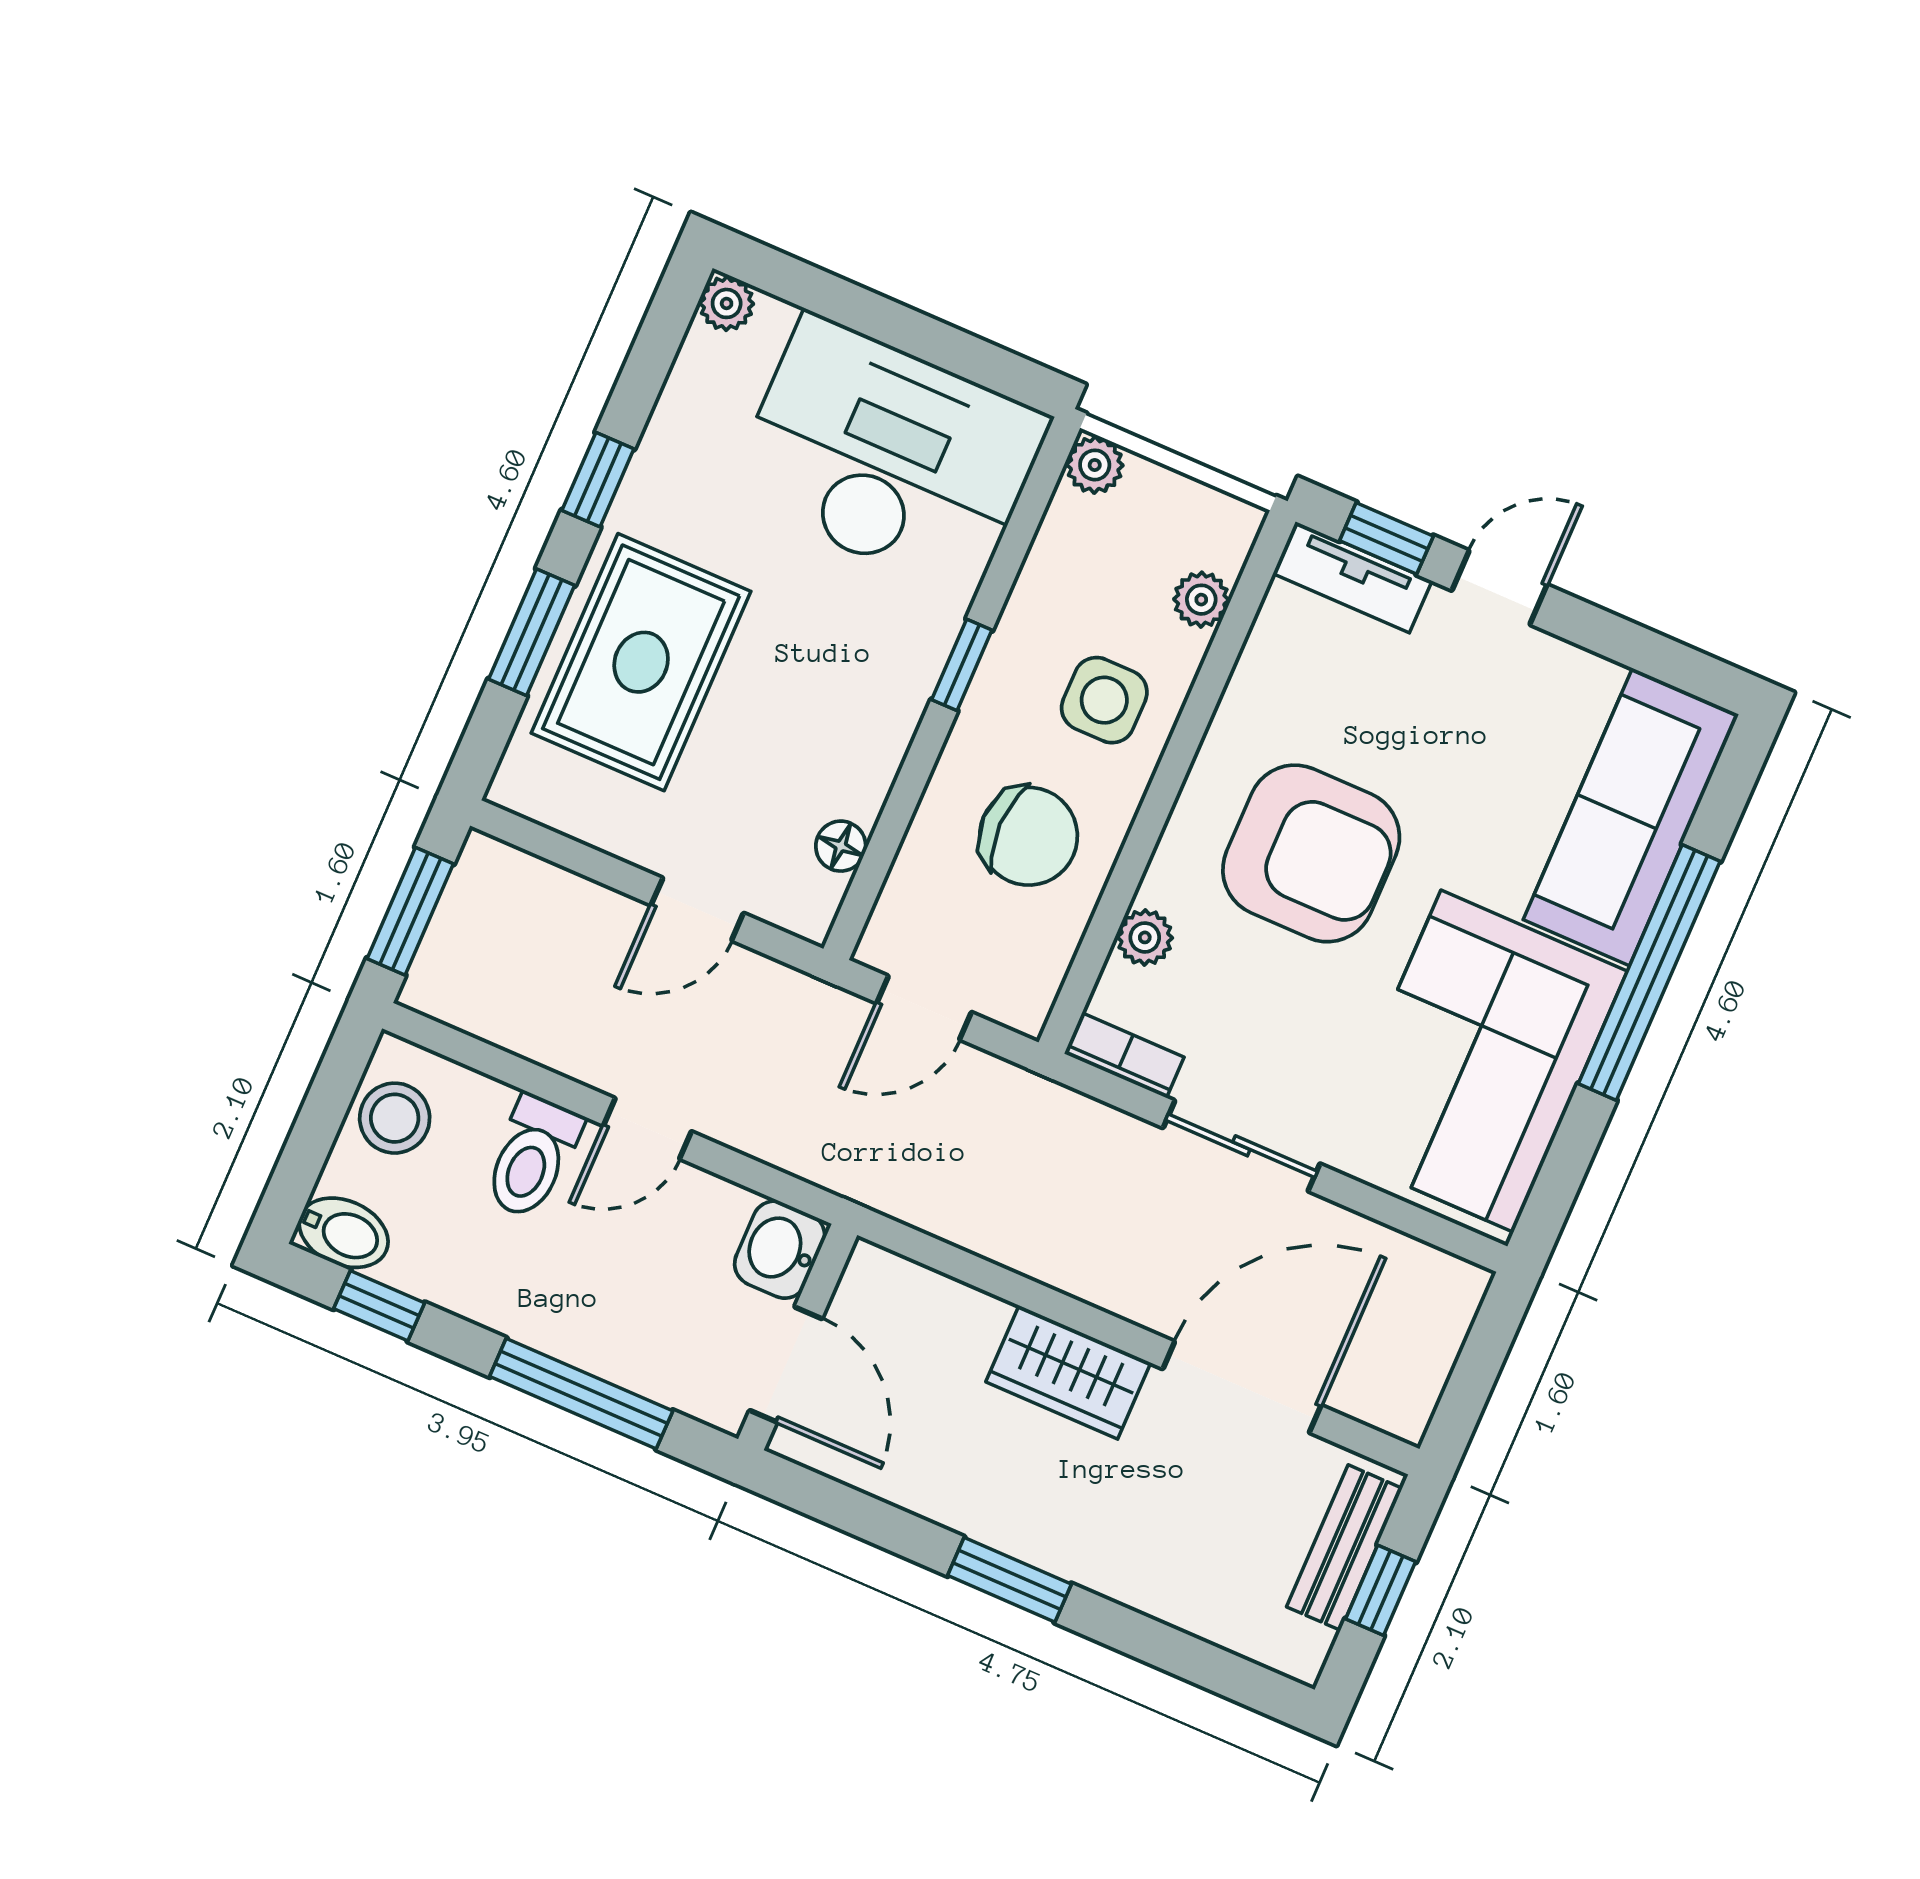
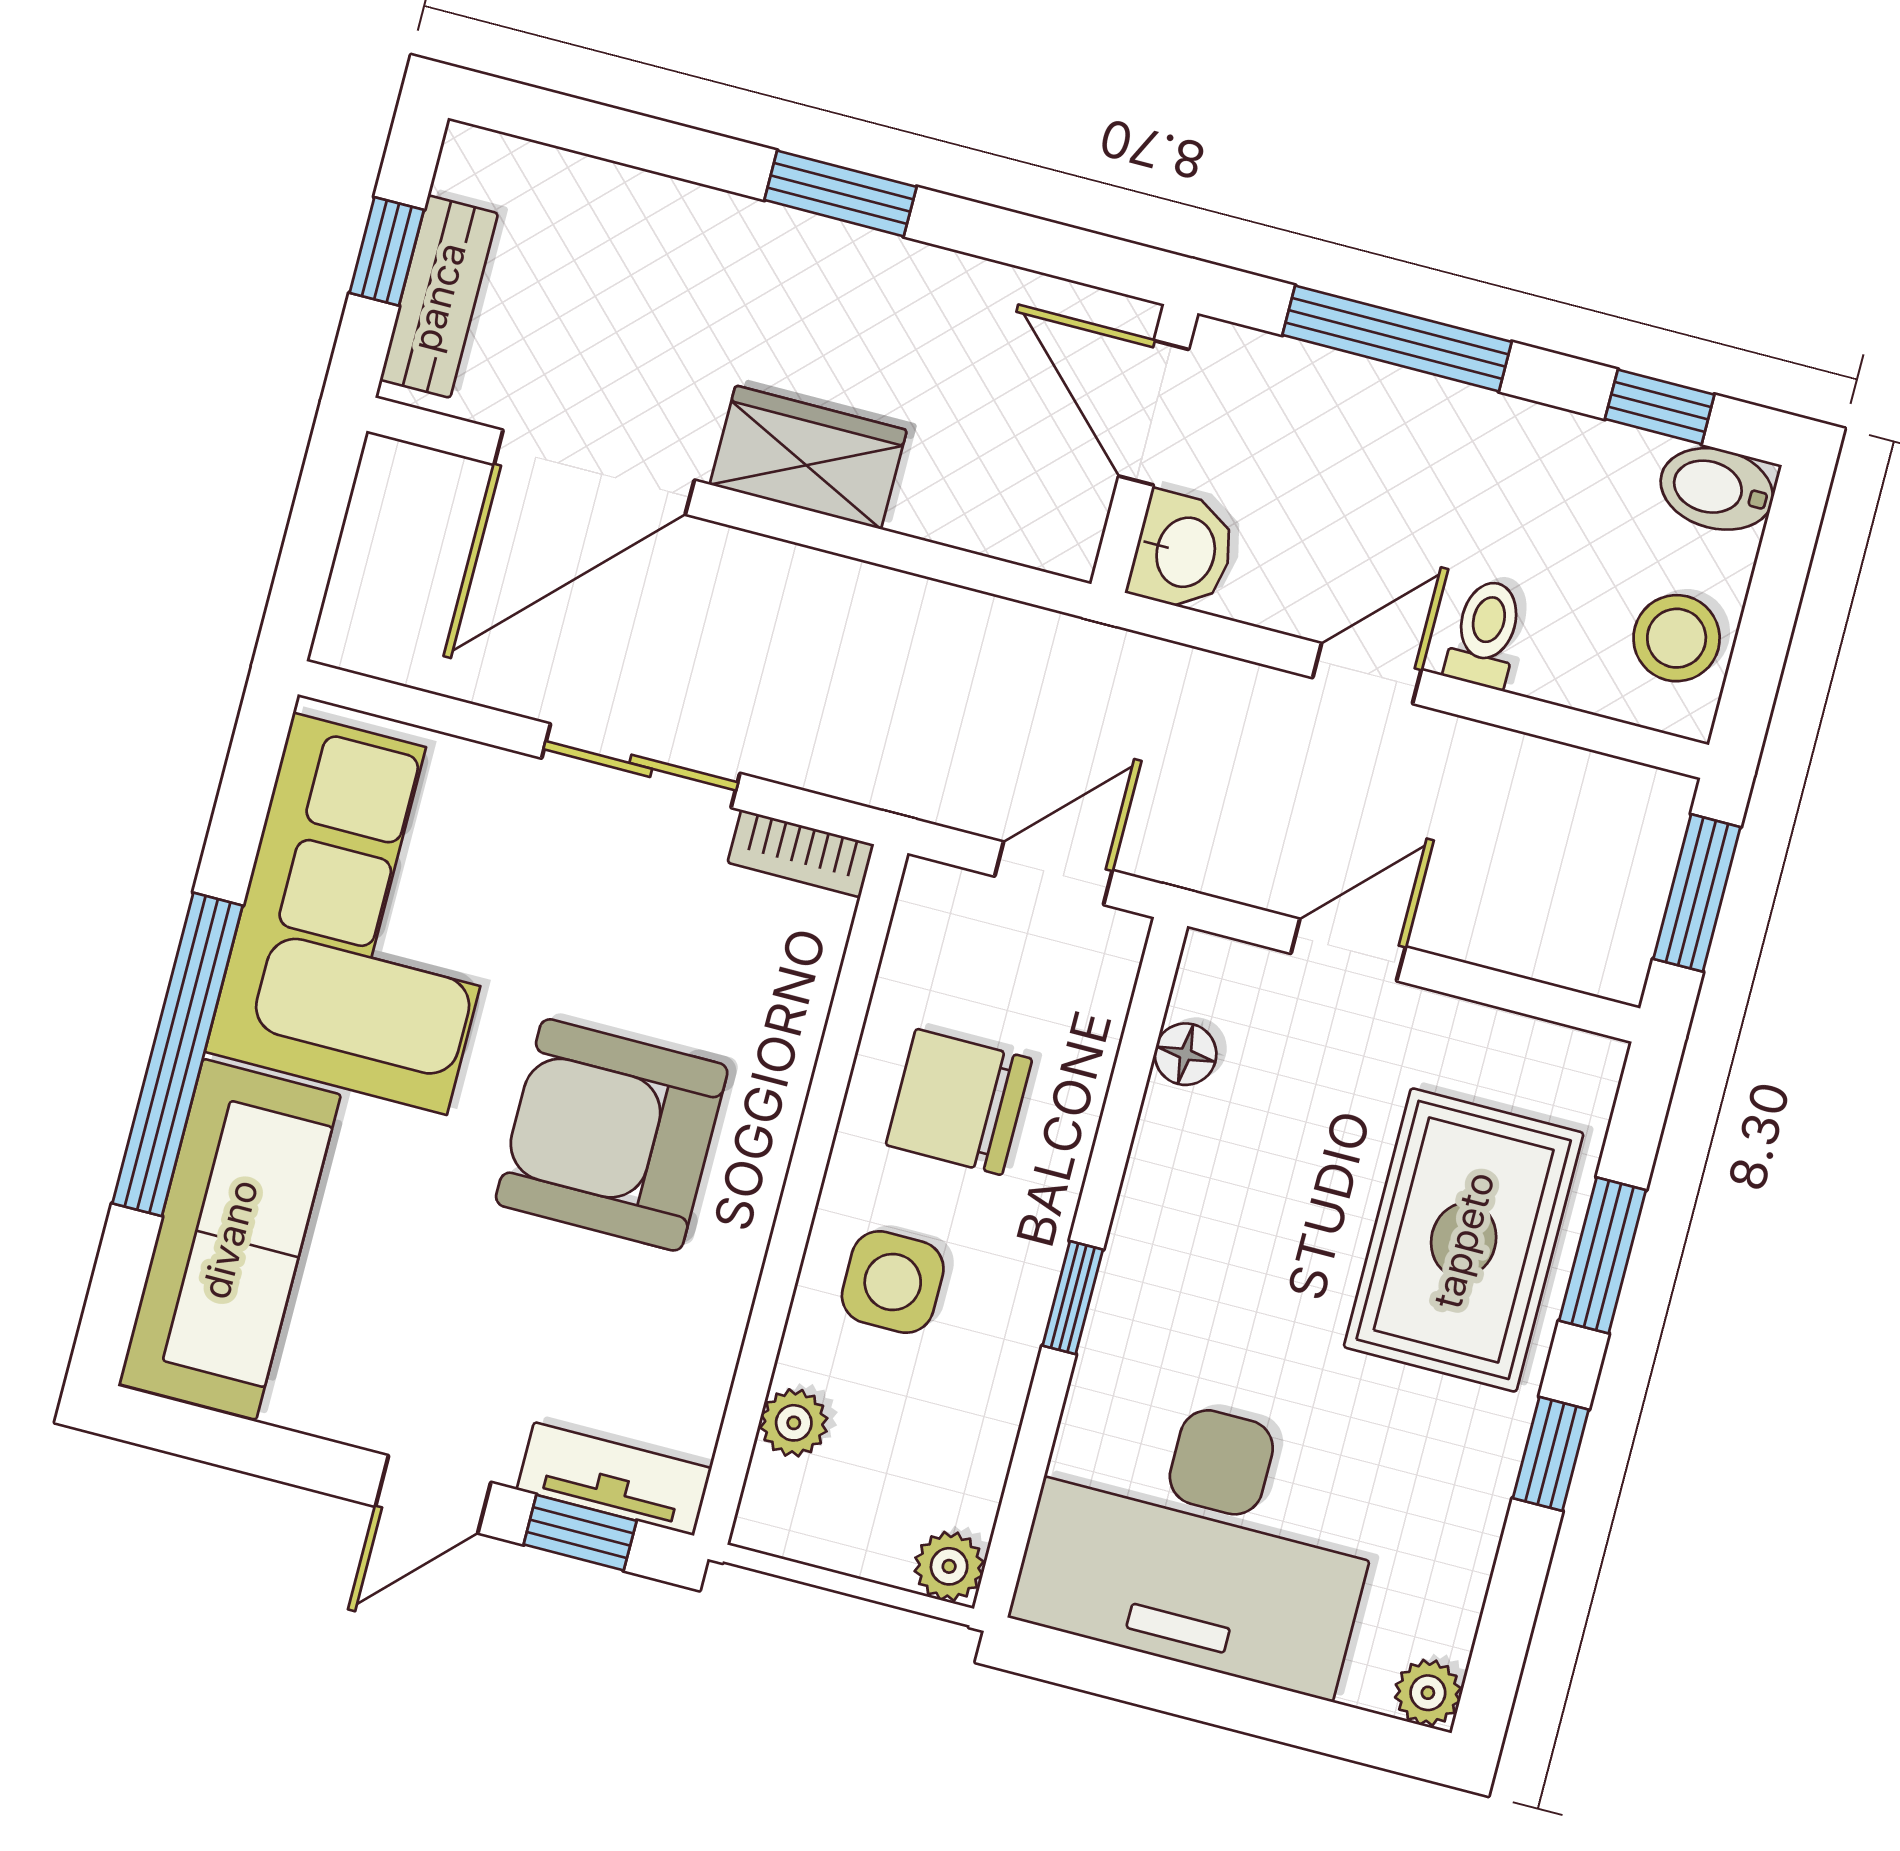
plant: (1145, 937) -> (798, 1001), removed
toilet: (532, 1157) -> (1485, 634), width x0.73, depth x0.72

